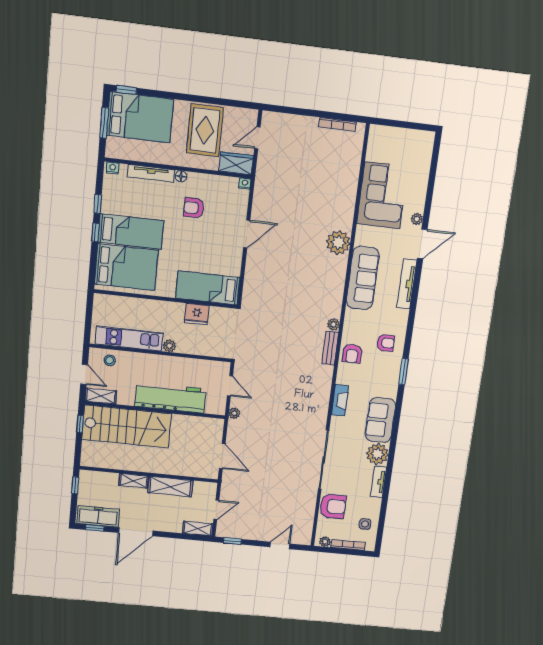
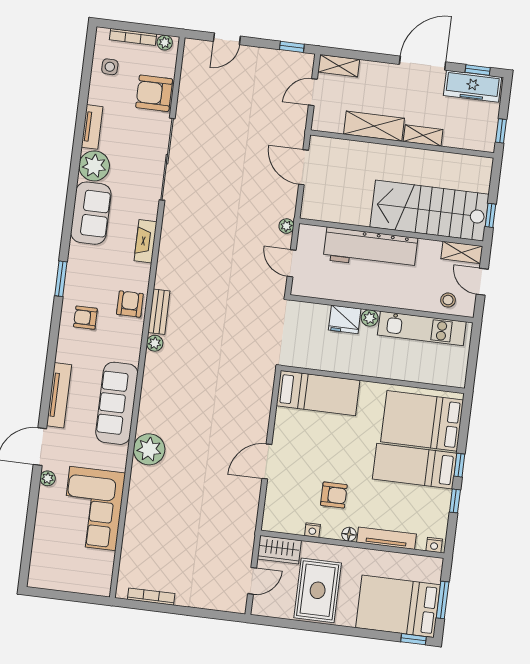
nightstand: (245, 184) -> (312, 530), moved
fridge: (197, 314) -> (345, 319), moved, turned 180

